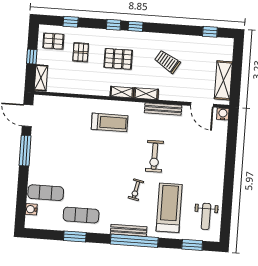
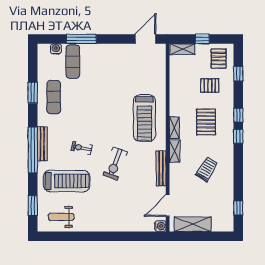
treadmill: (110, 122) -> (144, 118), width x1.37, depth x1.38
window: (25, 151) -> (81, 39), moved
exercise bike: (154, 156) -> (115, 163), turned -70

